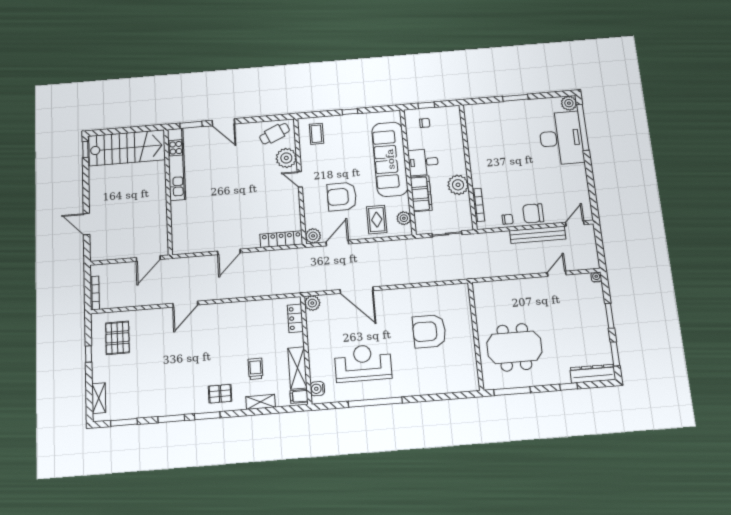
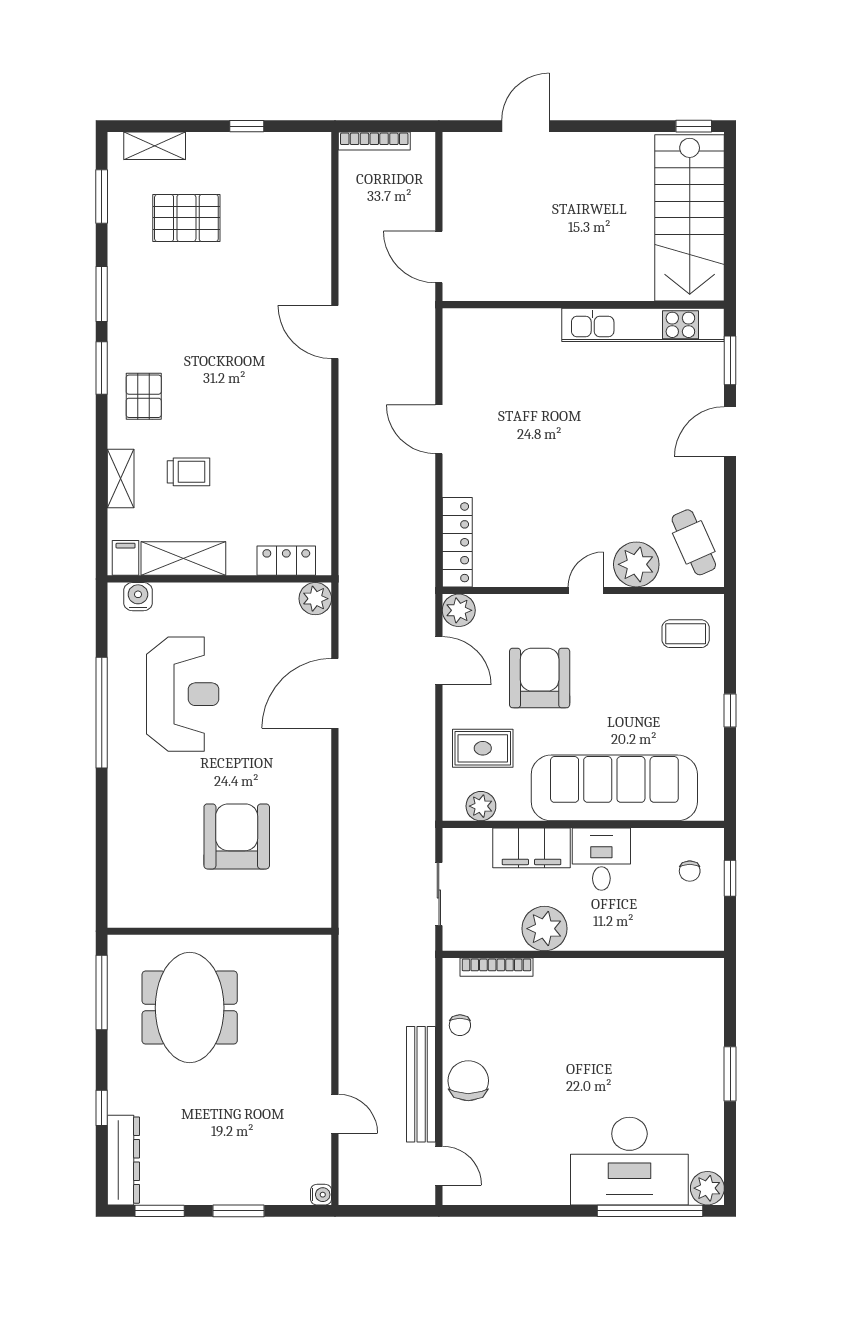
pallet: (117, 338) -> (186, 218), moved

